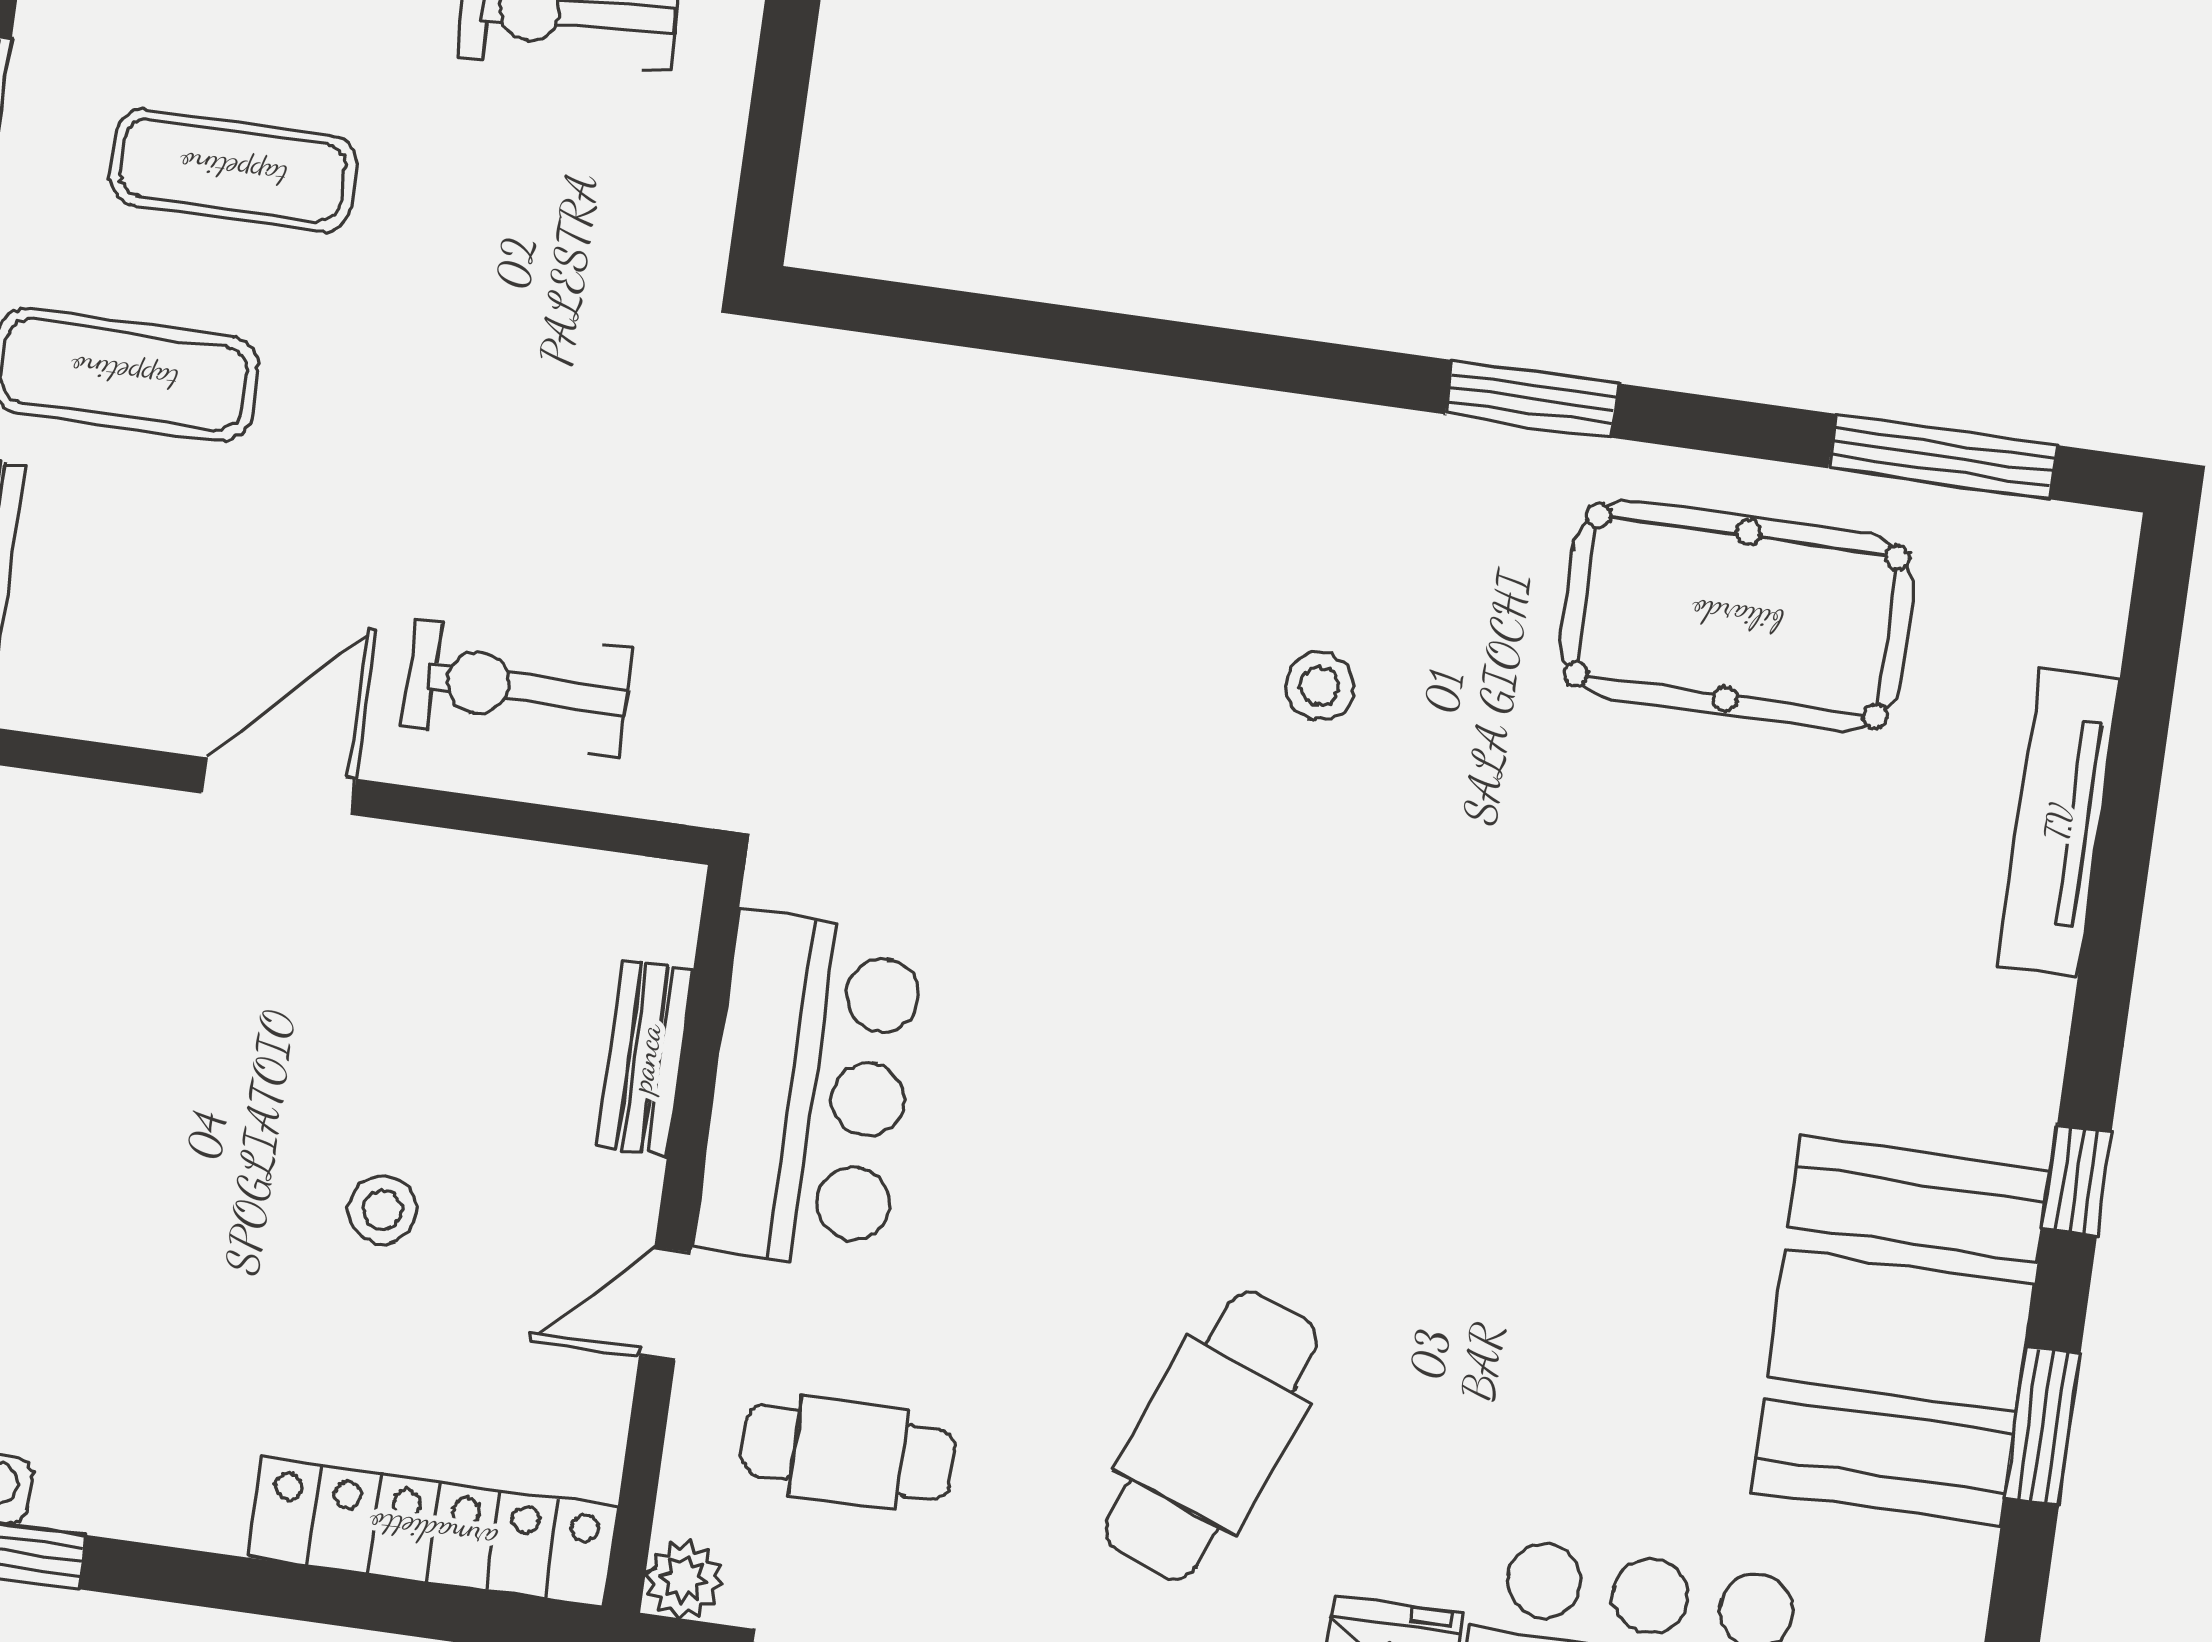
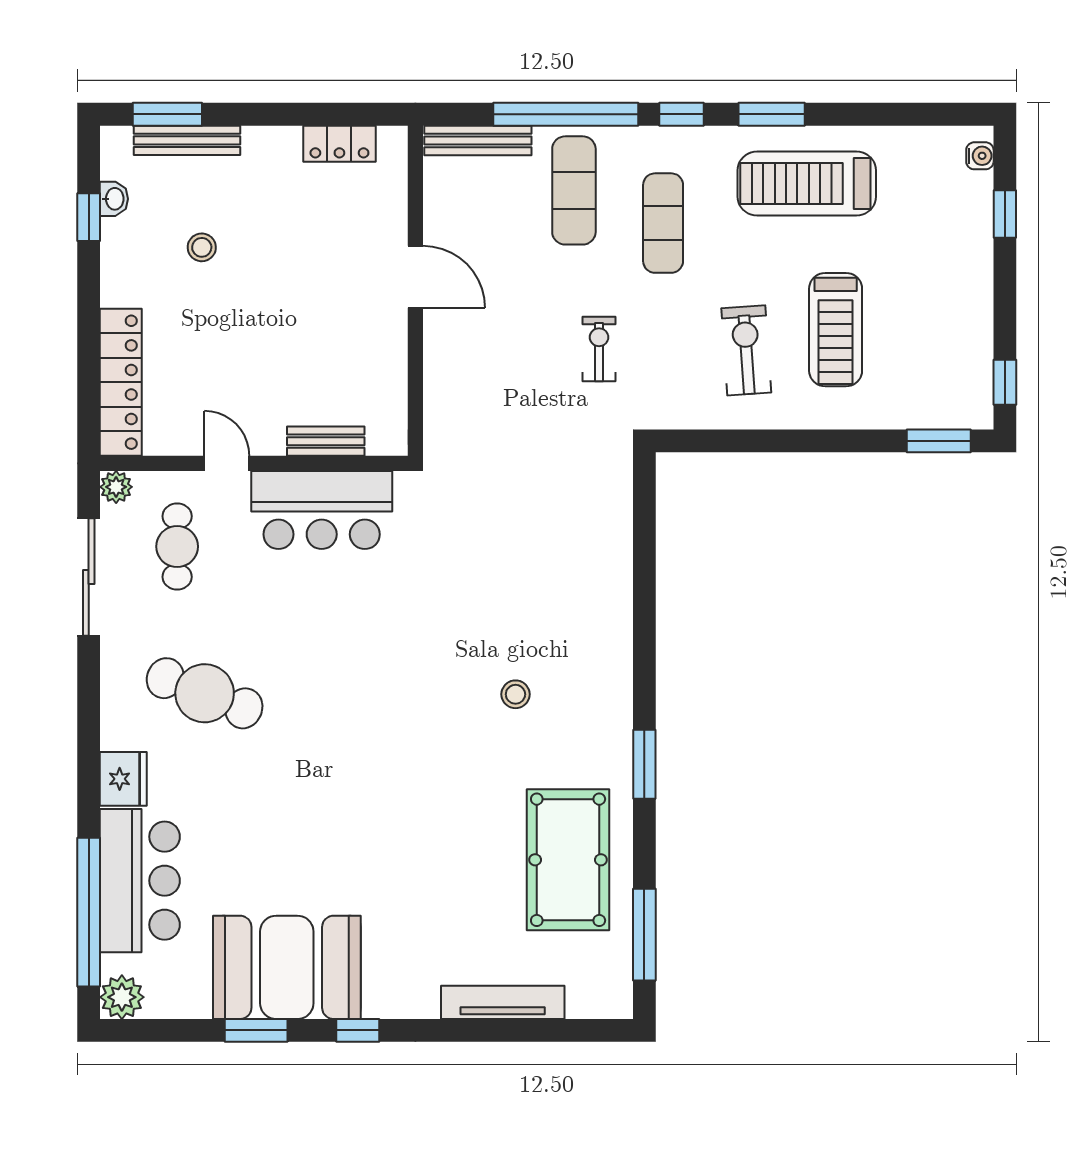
exercise bike: (517, 688) -> (599, 349), moved, width x0.73, depth x0.72
stool: (383, 1210) -> (202, 247), moved

